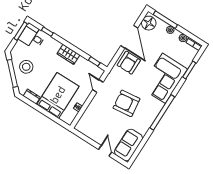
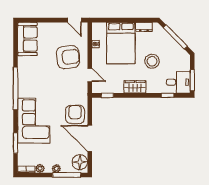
stool: (26, 67) -> (152, 61), moved
armchair: (126, 103) -> (68, 57), moved
door: (105, 151) -> (74, 20), moved

